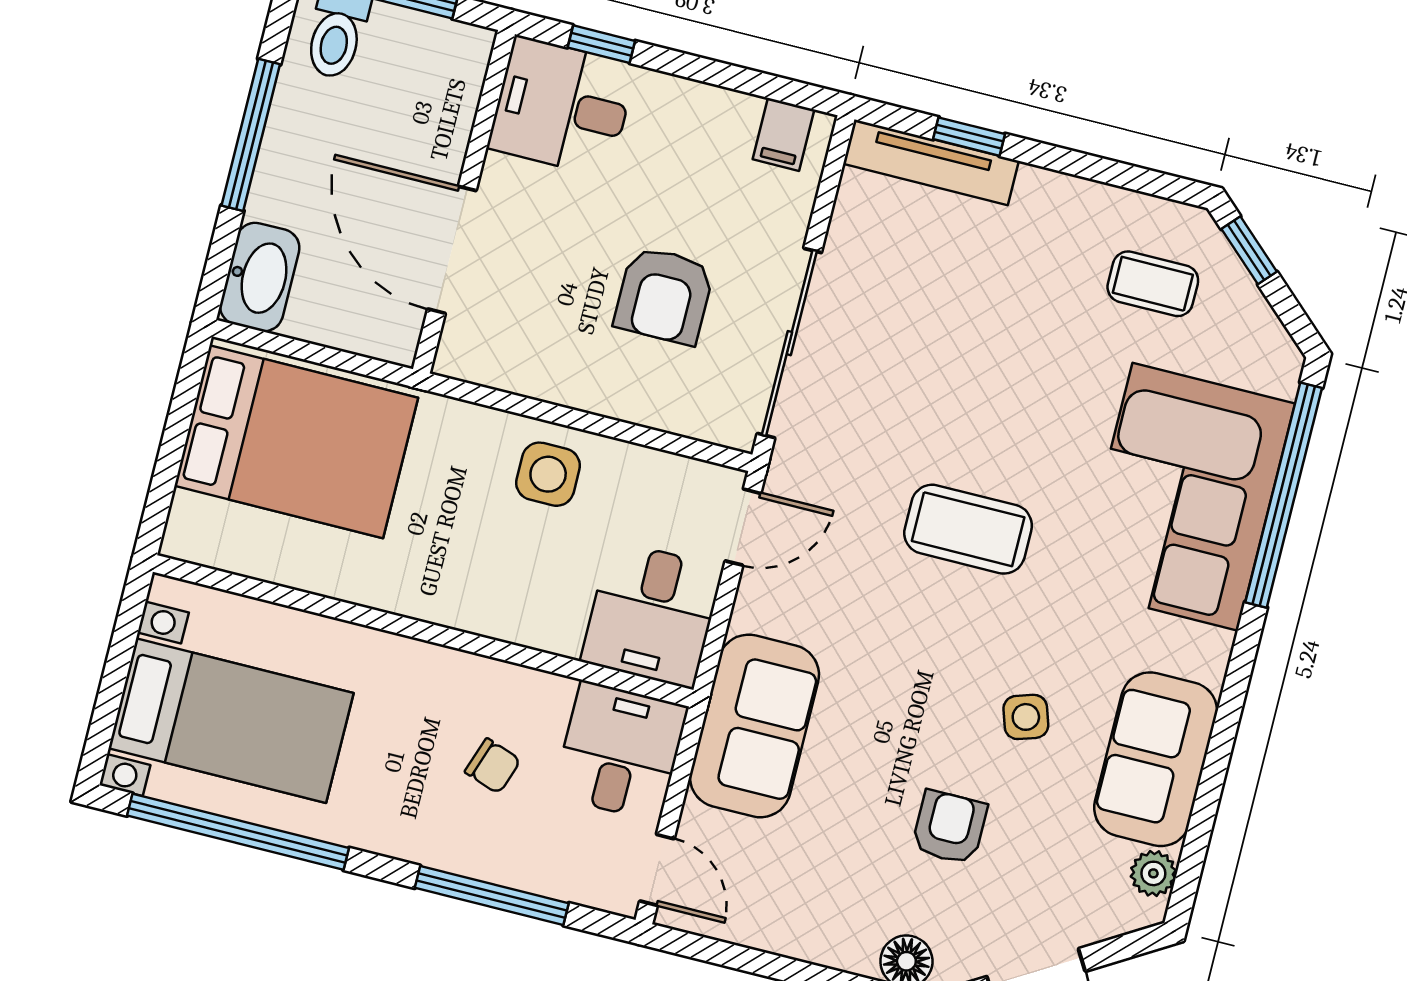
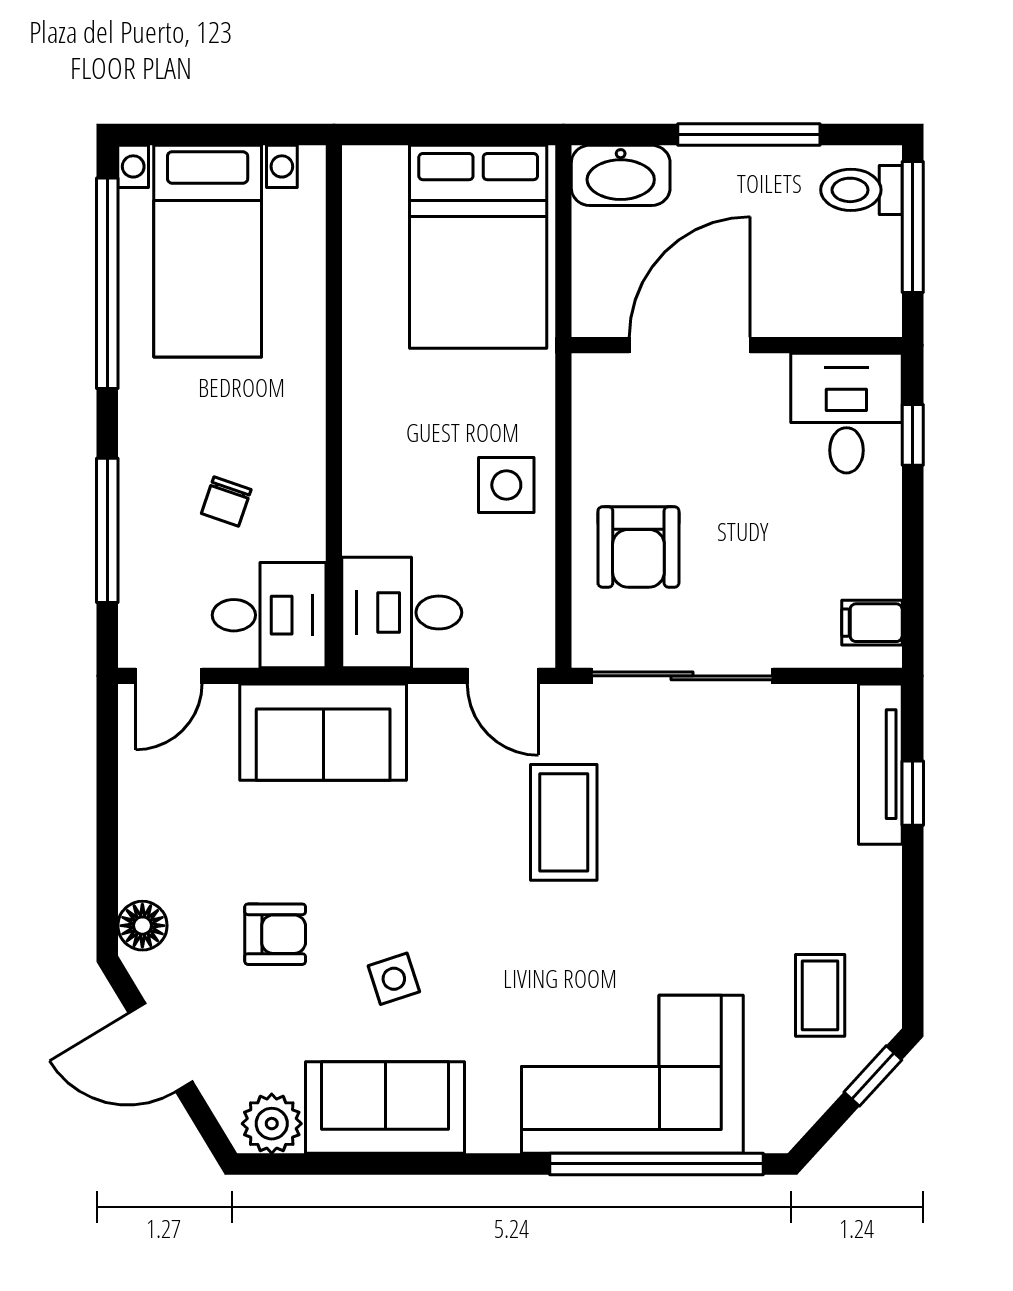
armchair: (664, 295) -> (638, 547), moved, turned -90
coffee table: (968, 529) -> (564, 822), moved
plant: (1153, 873) -> (272, 1124), width x1.38, depth x1.38

